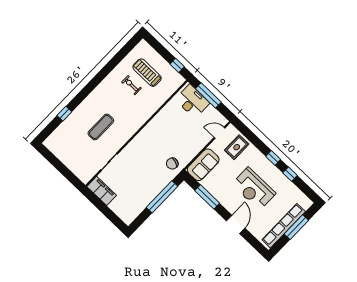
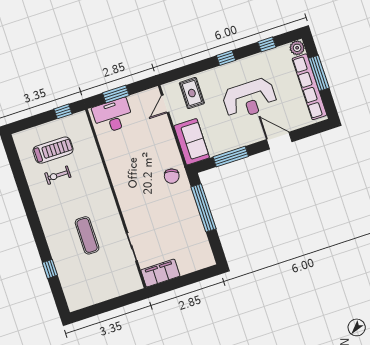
treadmill: (147, 73) -> (53, 150), turned 180
window: (208, 95) -> (116, 94), width x0.69
window: (290, 174) -> (267, 44), moved
plant: (306, 203) -> (297, 48), added

